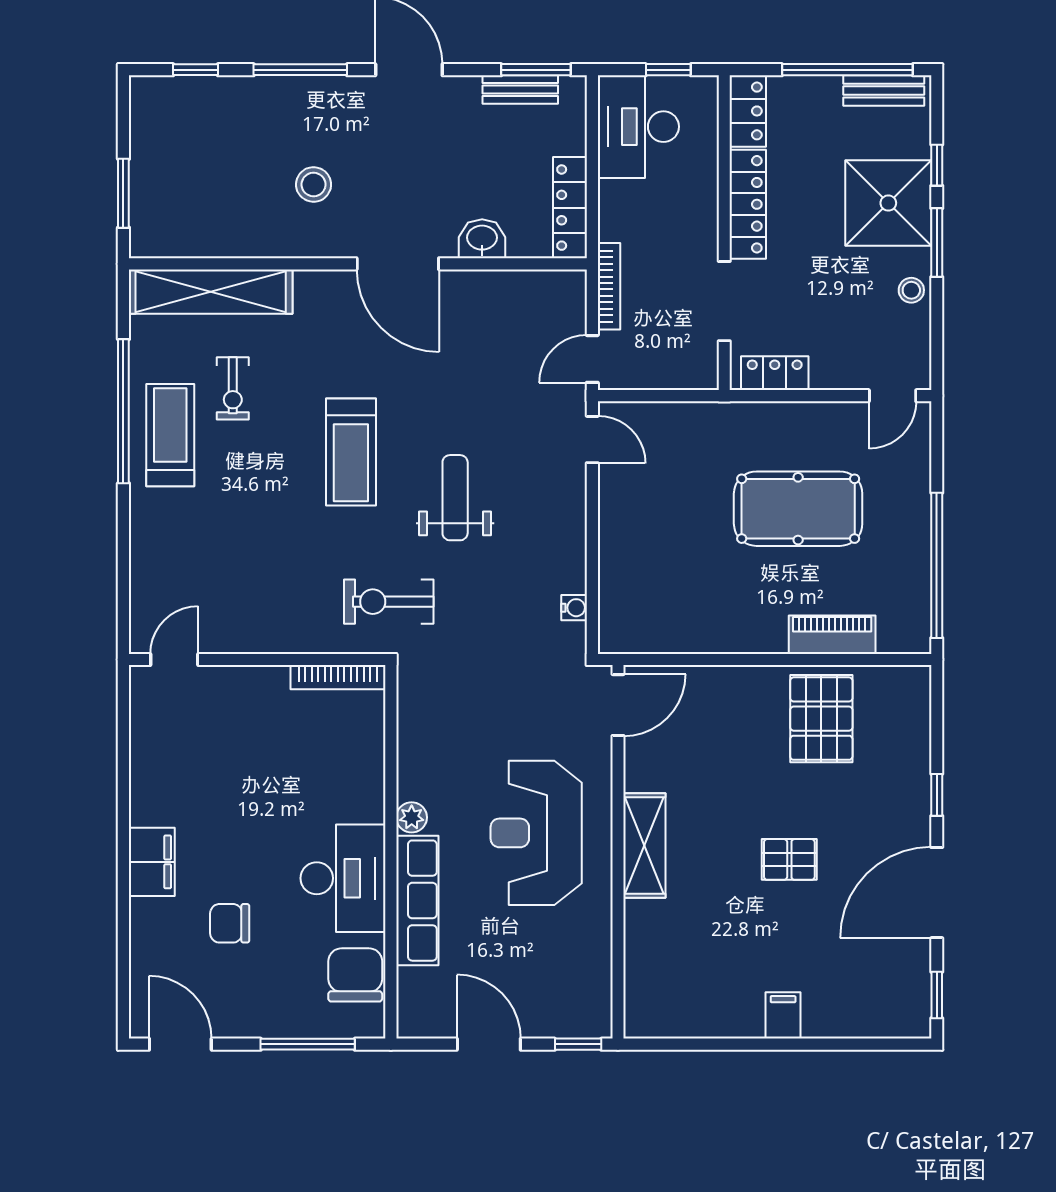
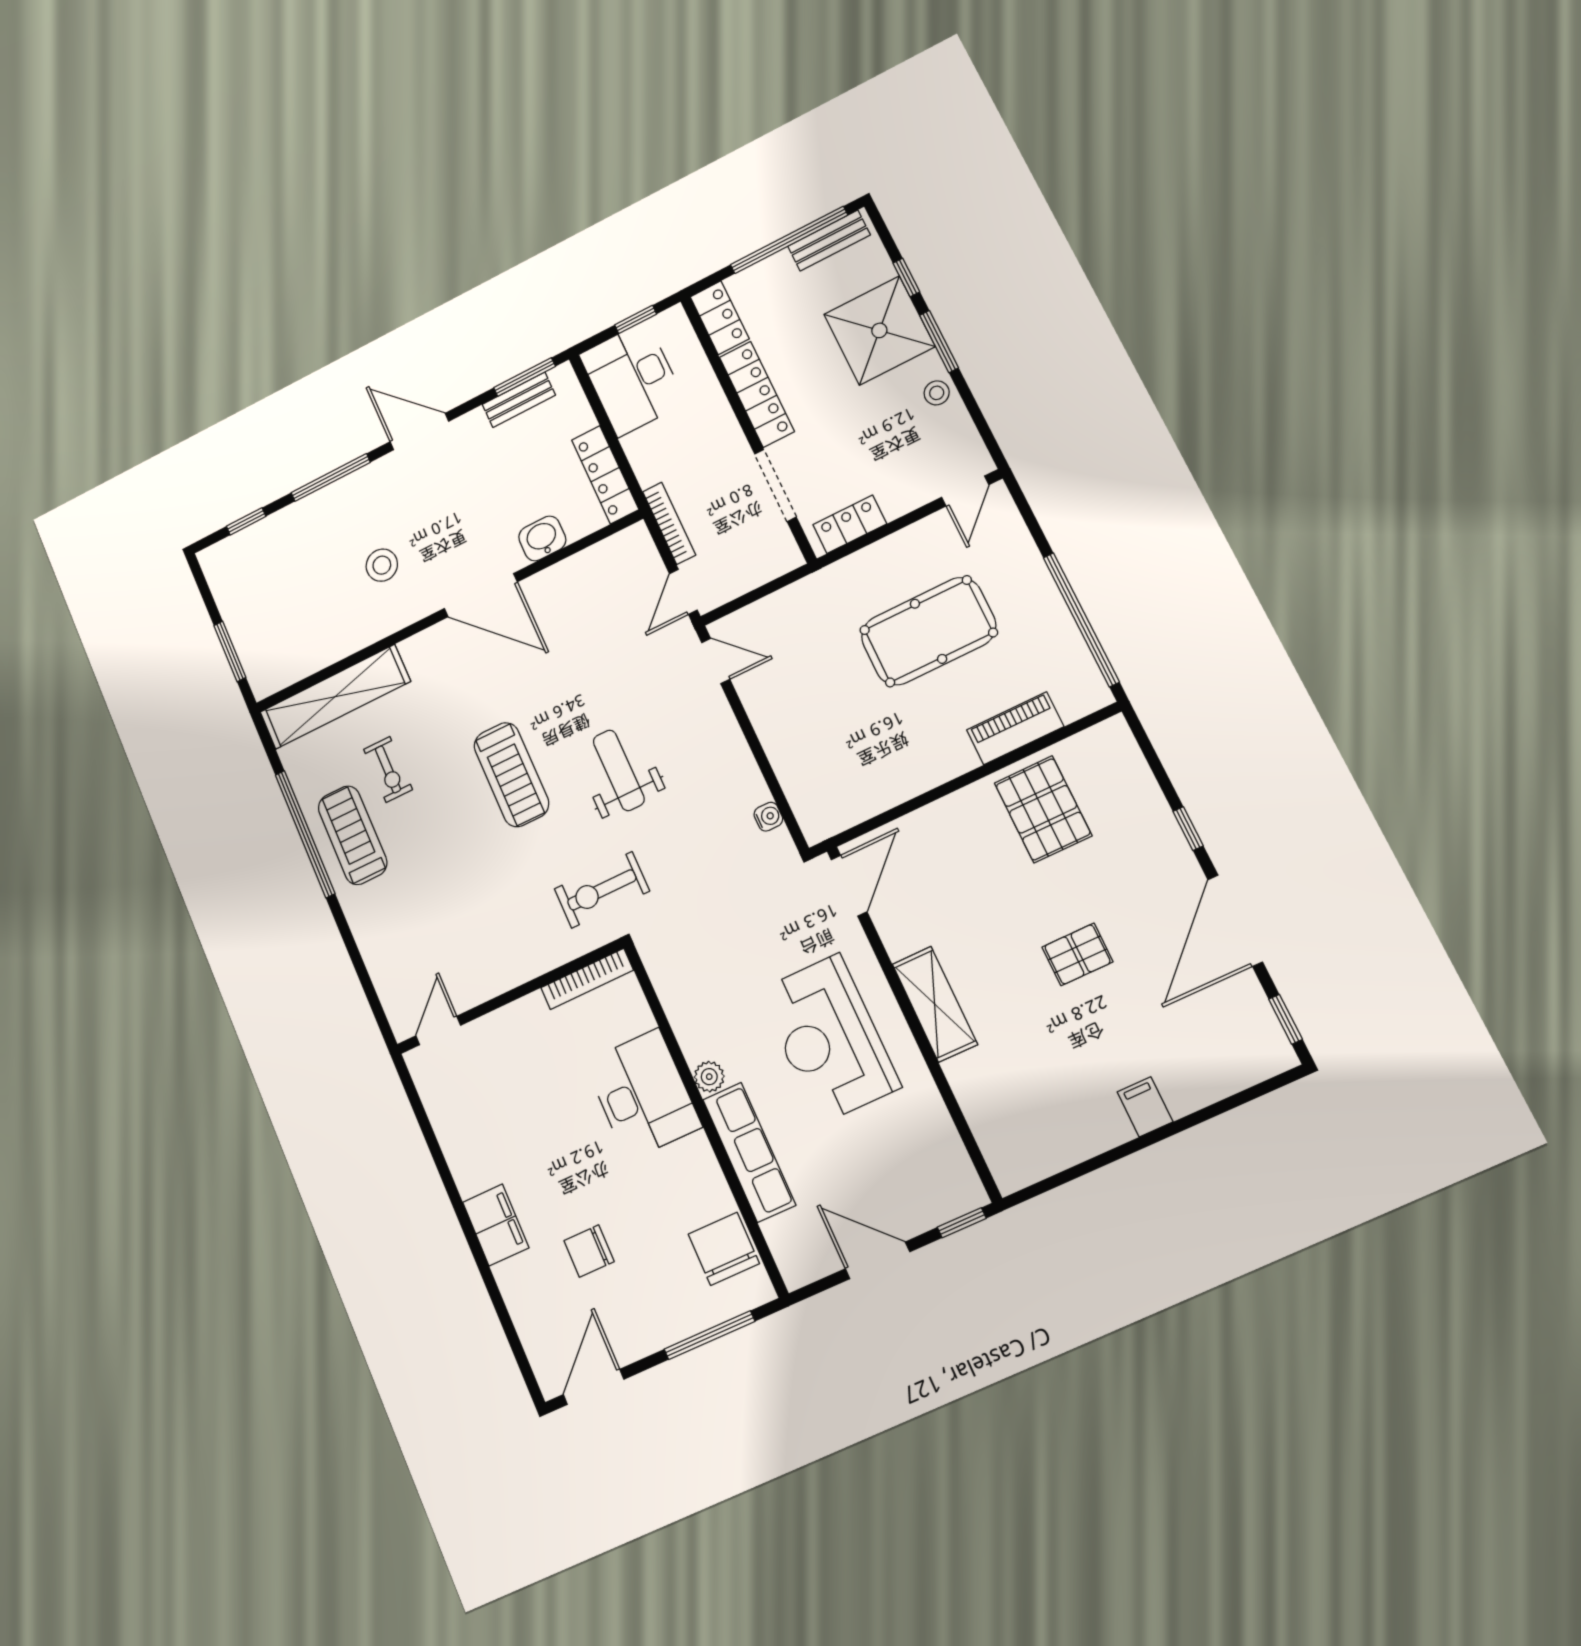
desk: (343, 878) -> (643, 1094), moved
door: (180, 1044) -> (594, 1387), hinge flipped

